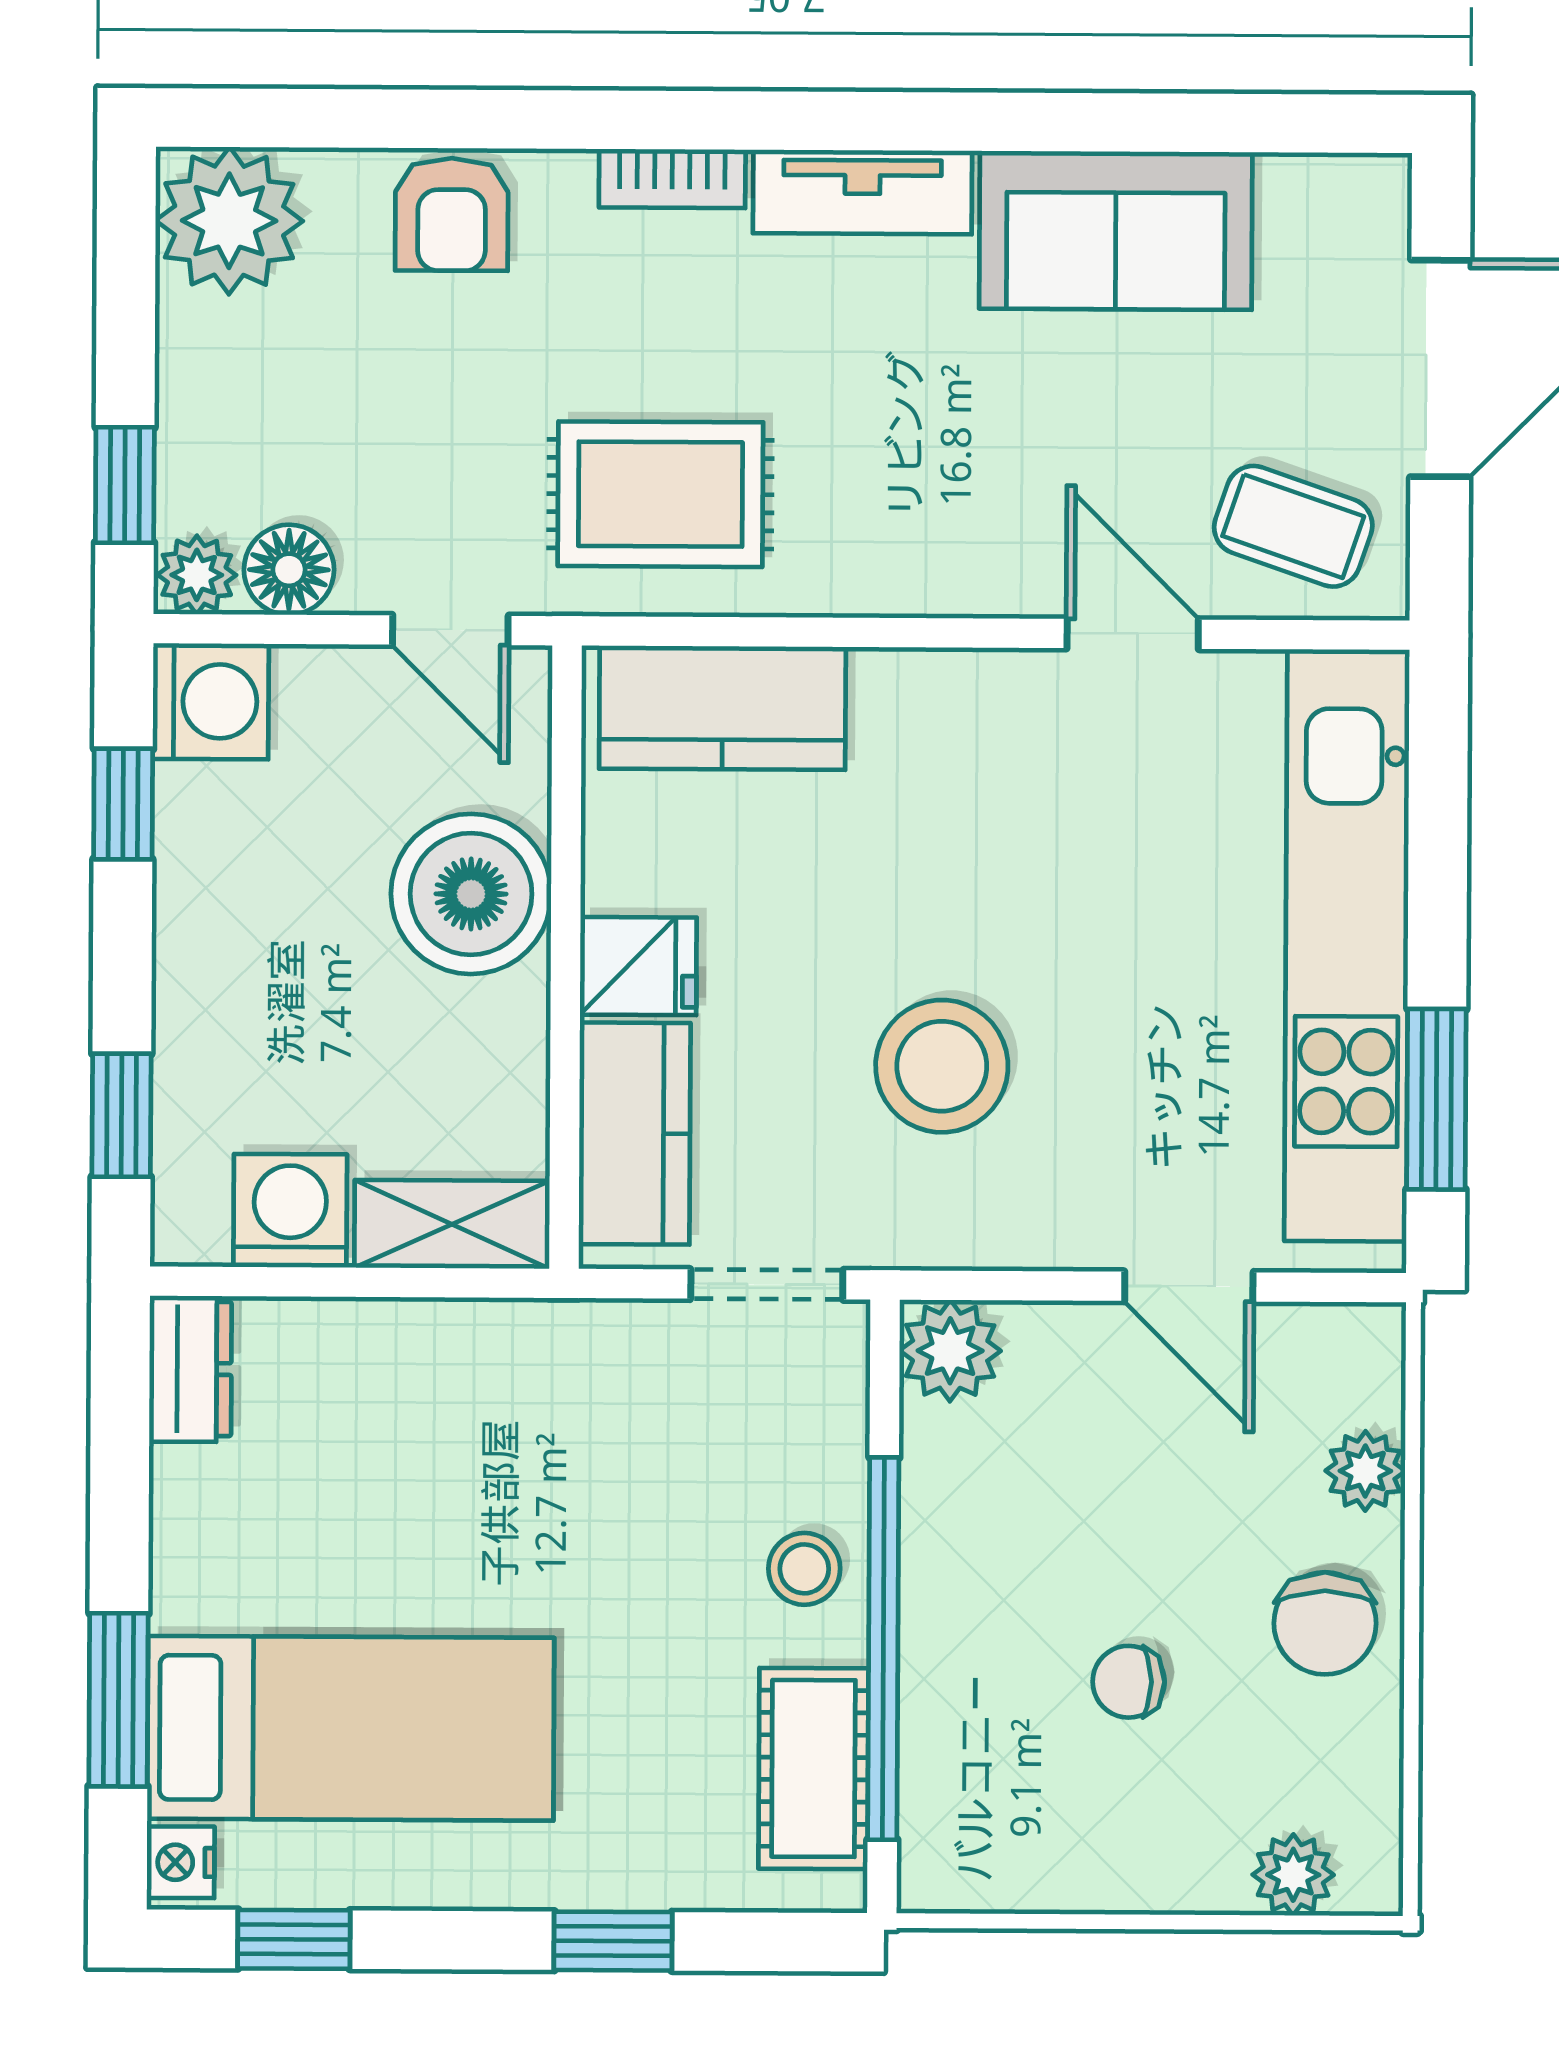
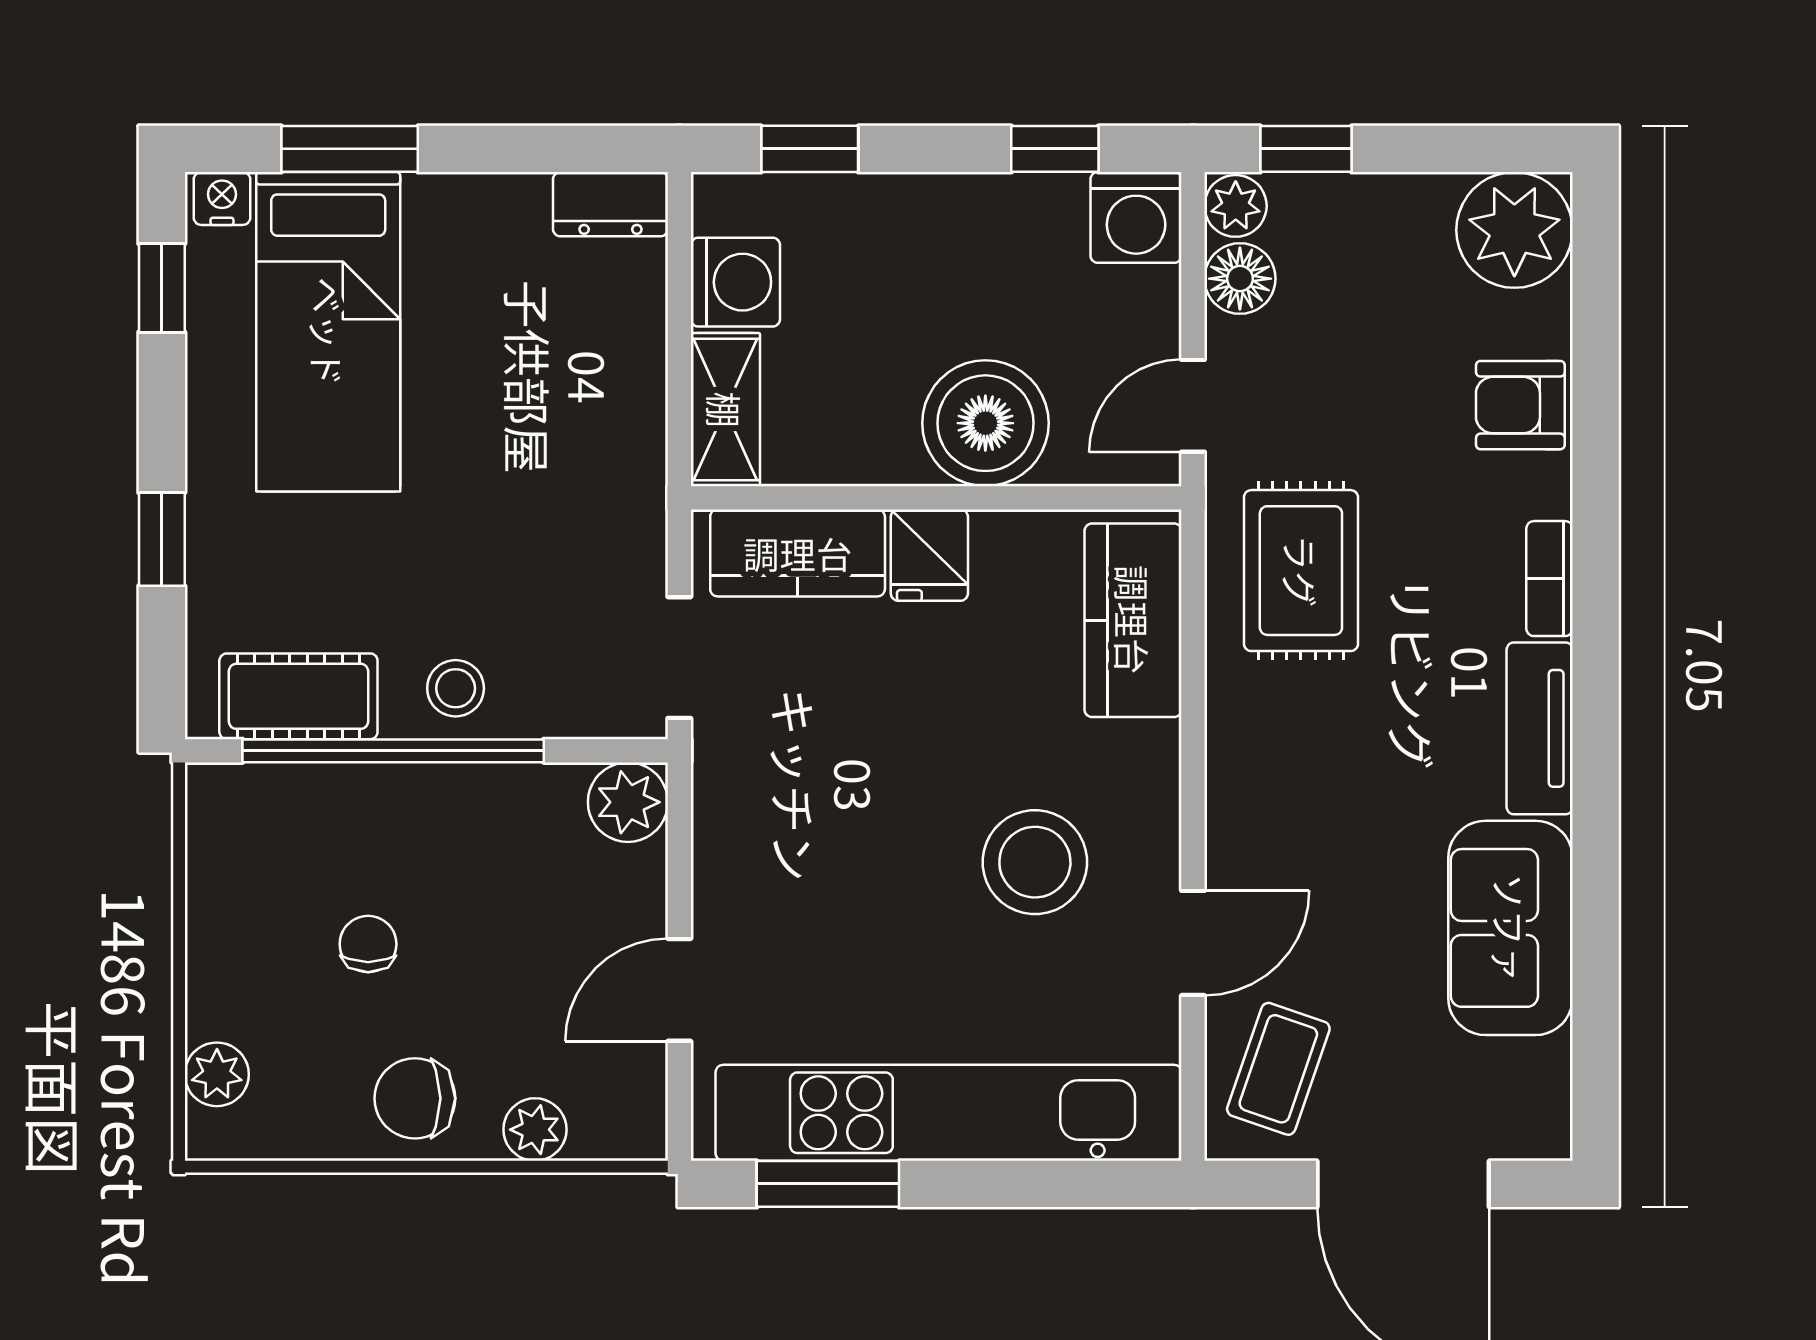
stool: (942, 1066) -> (1035, 862), moved

